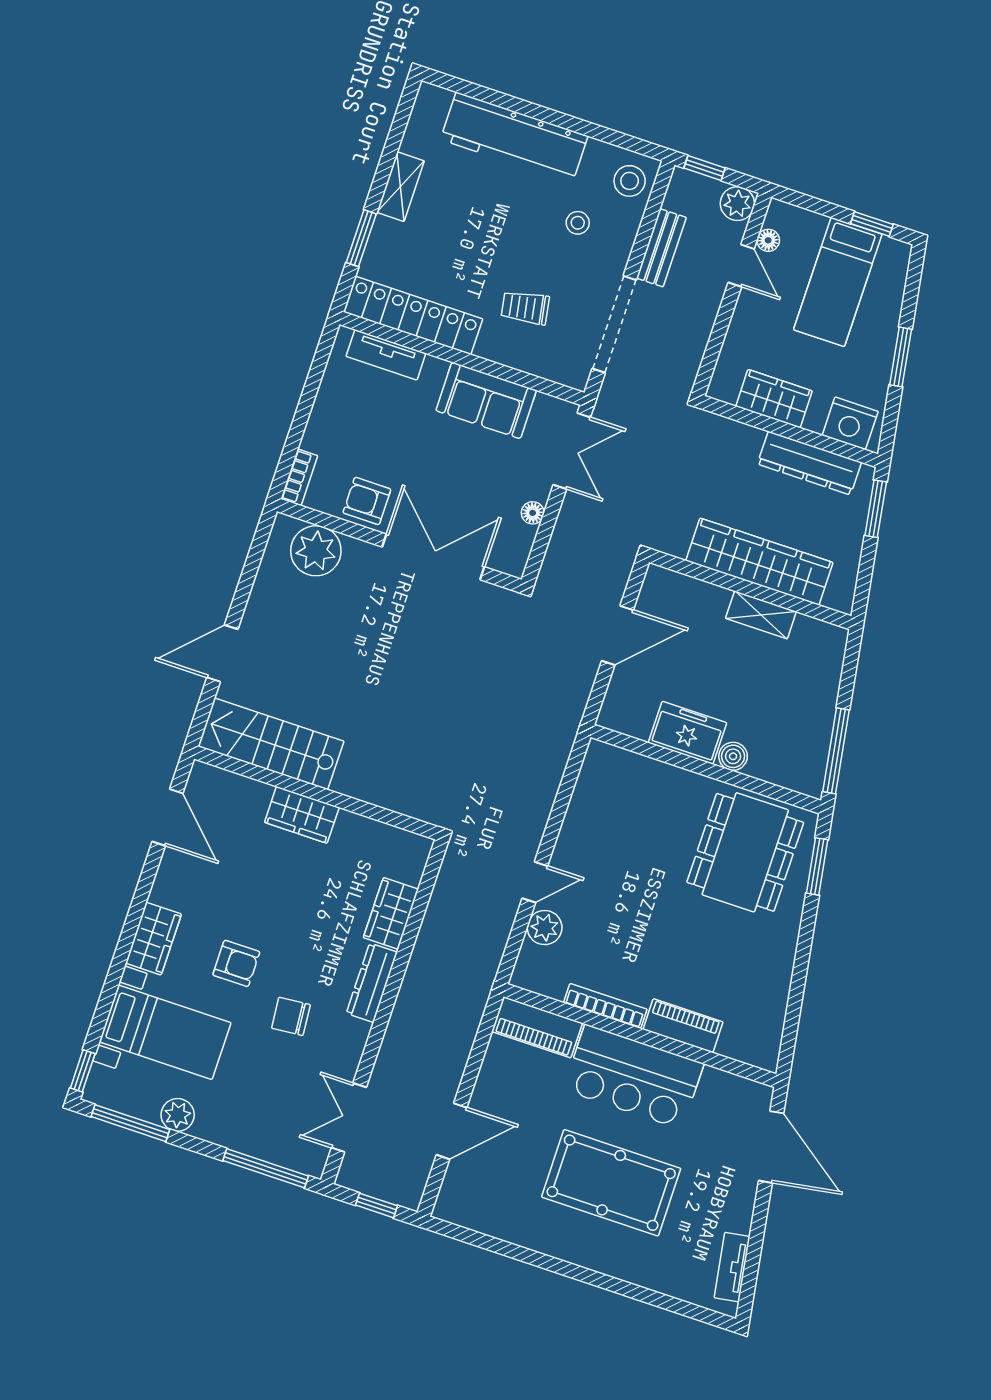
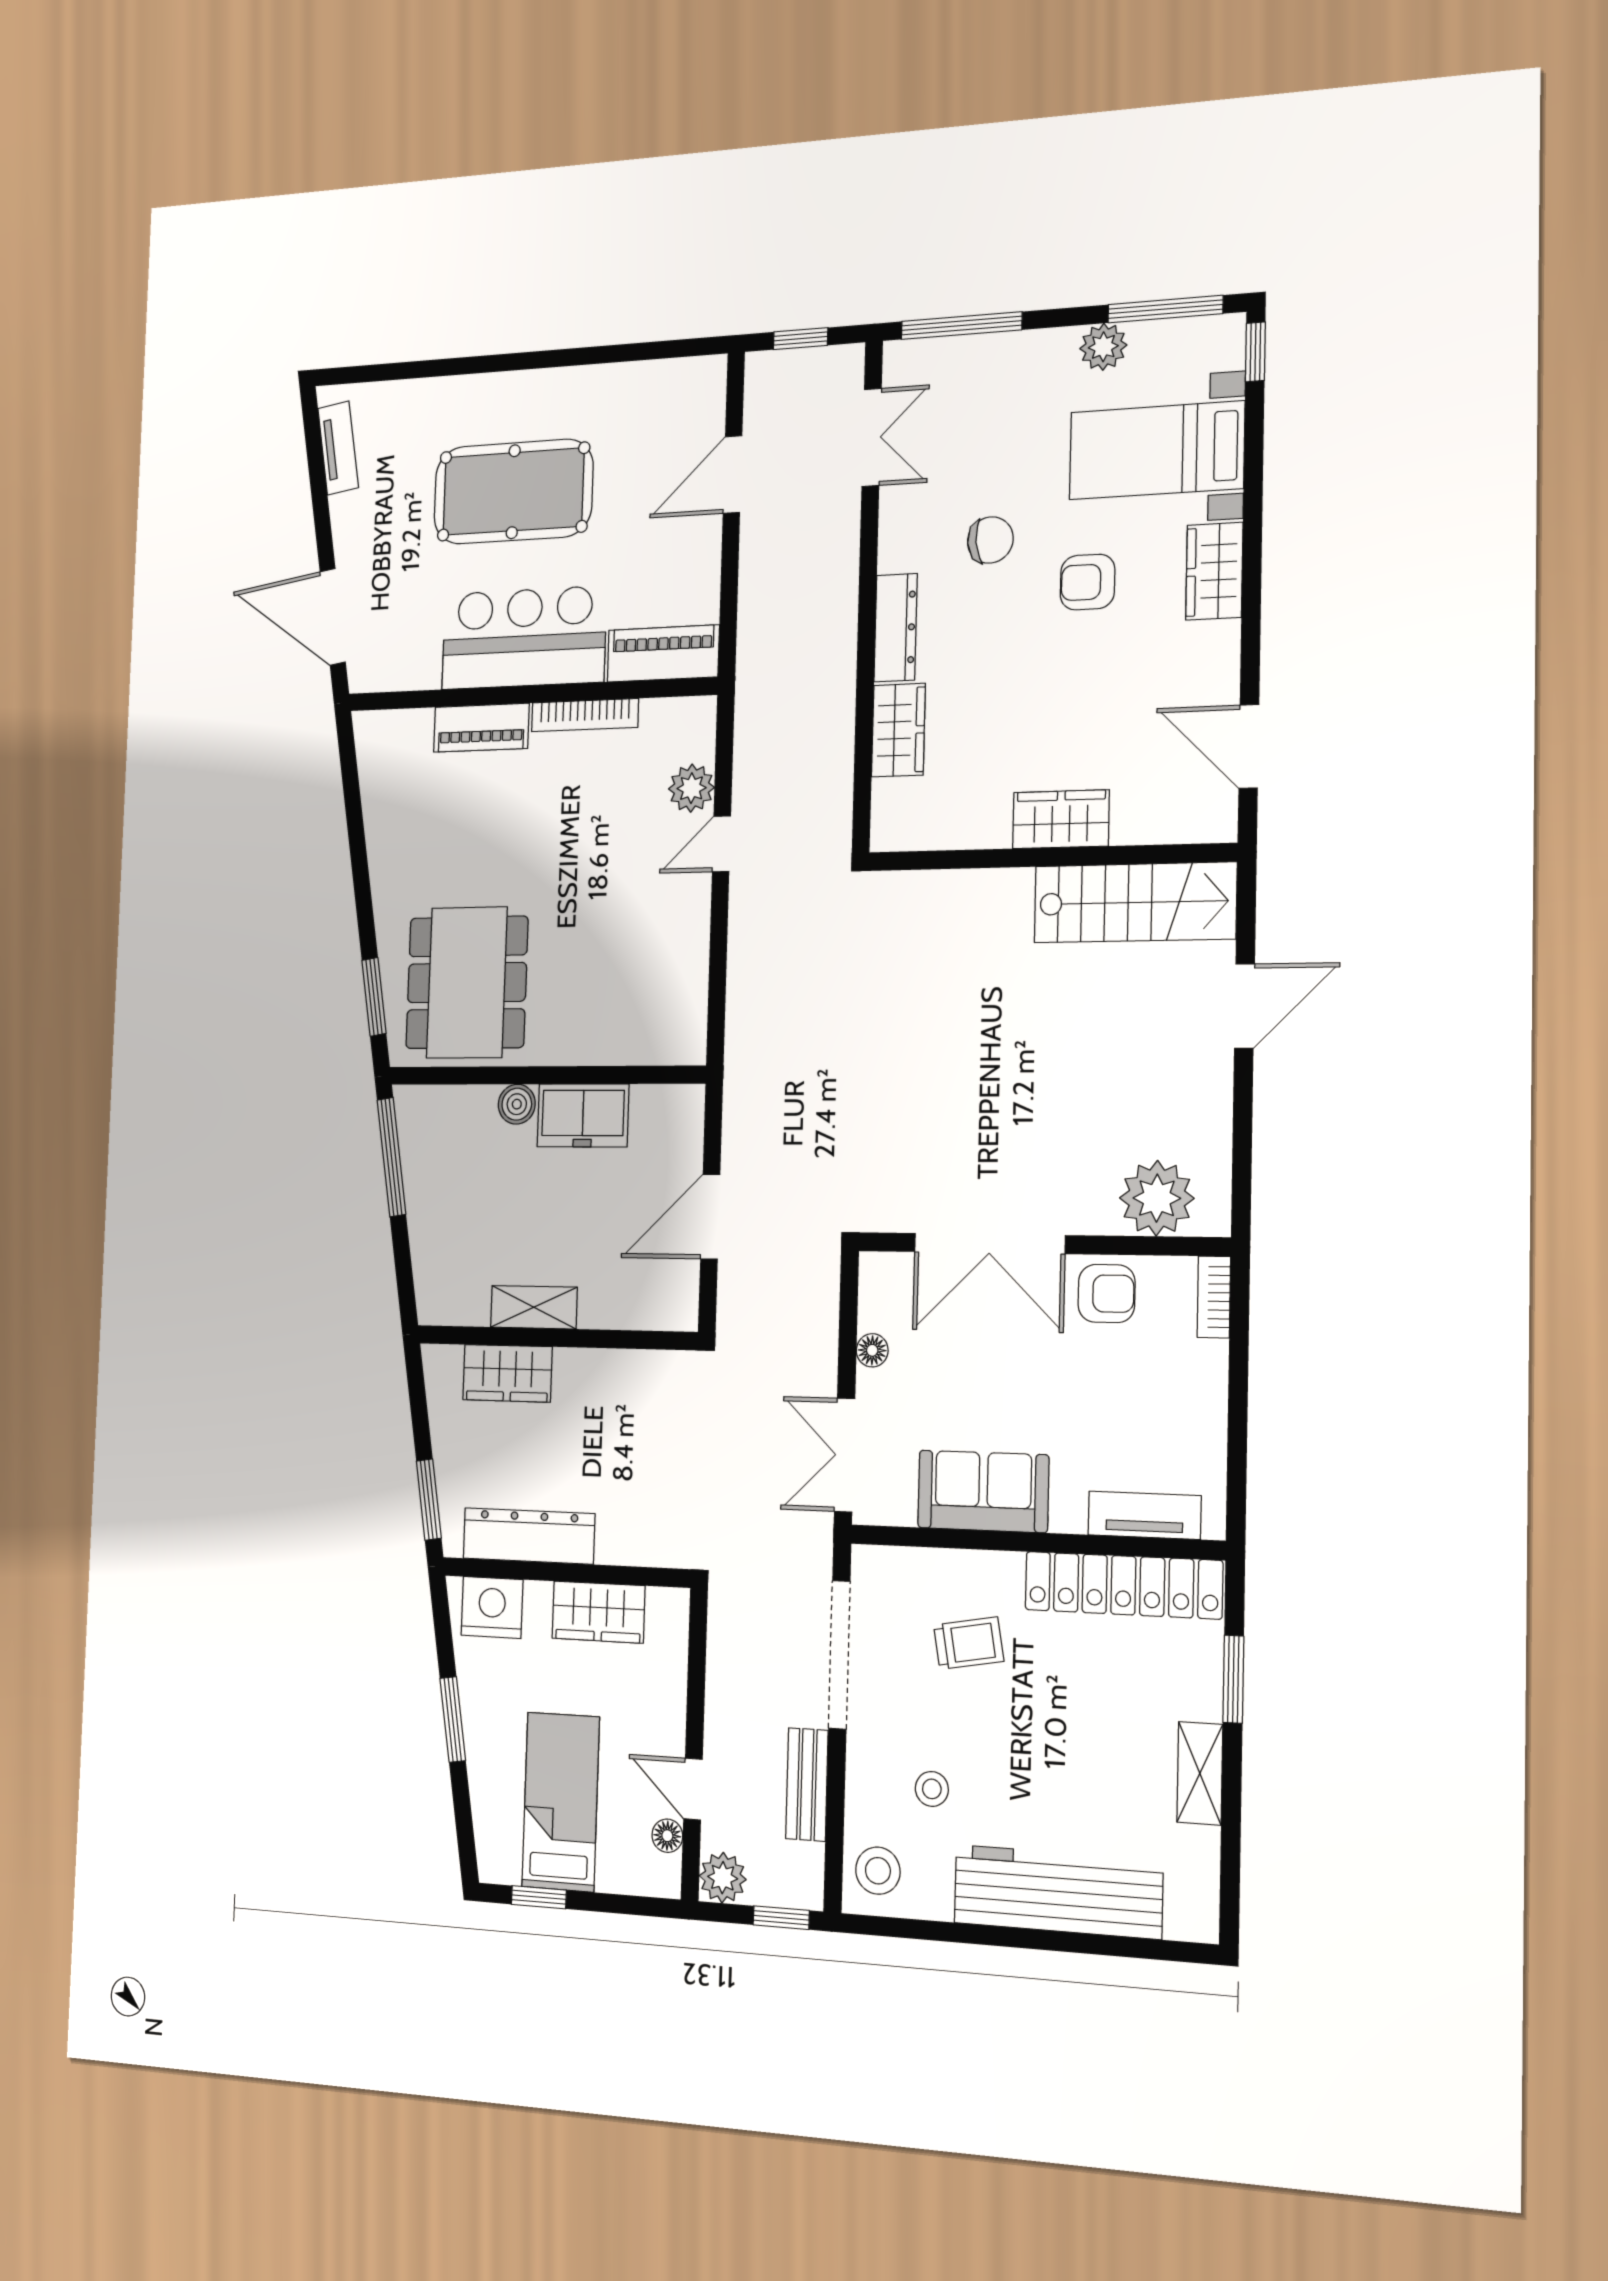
wardrobe: (759, 562) -> (507, 1373), width x0.48, depth x0.85

